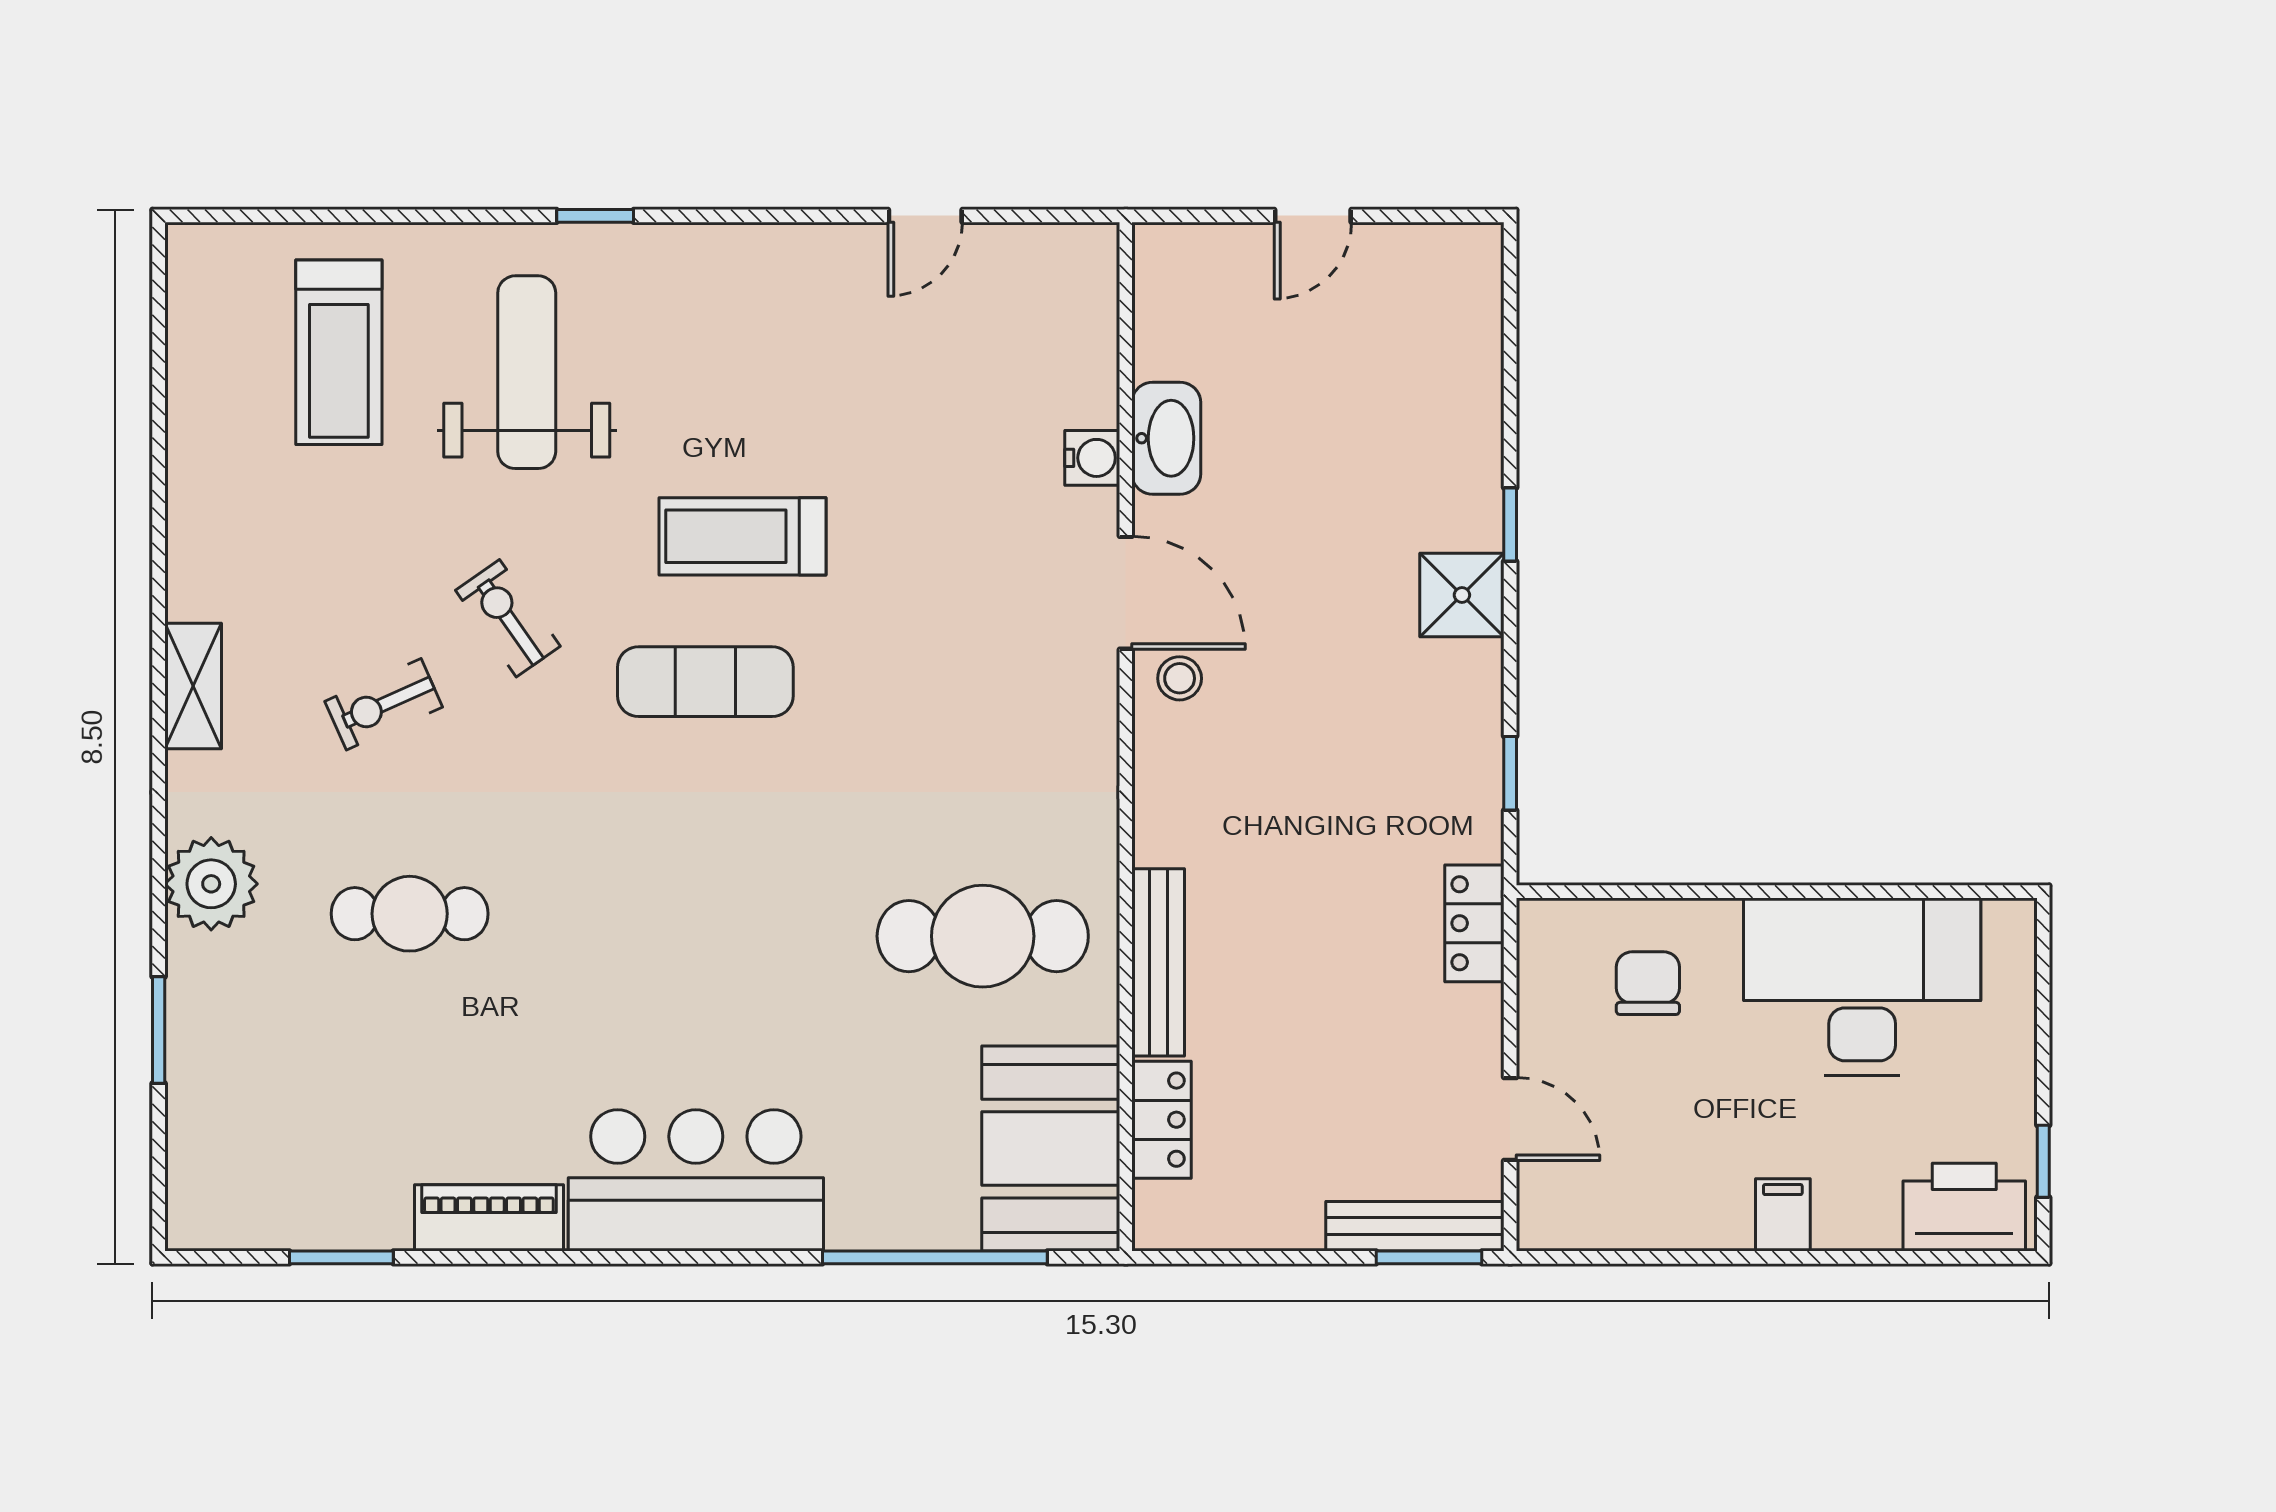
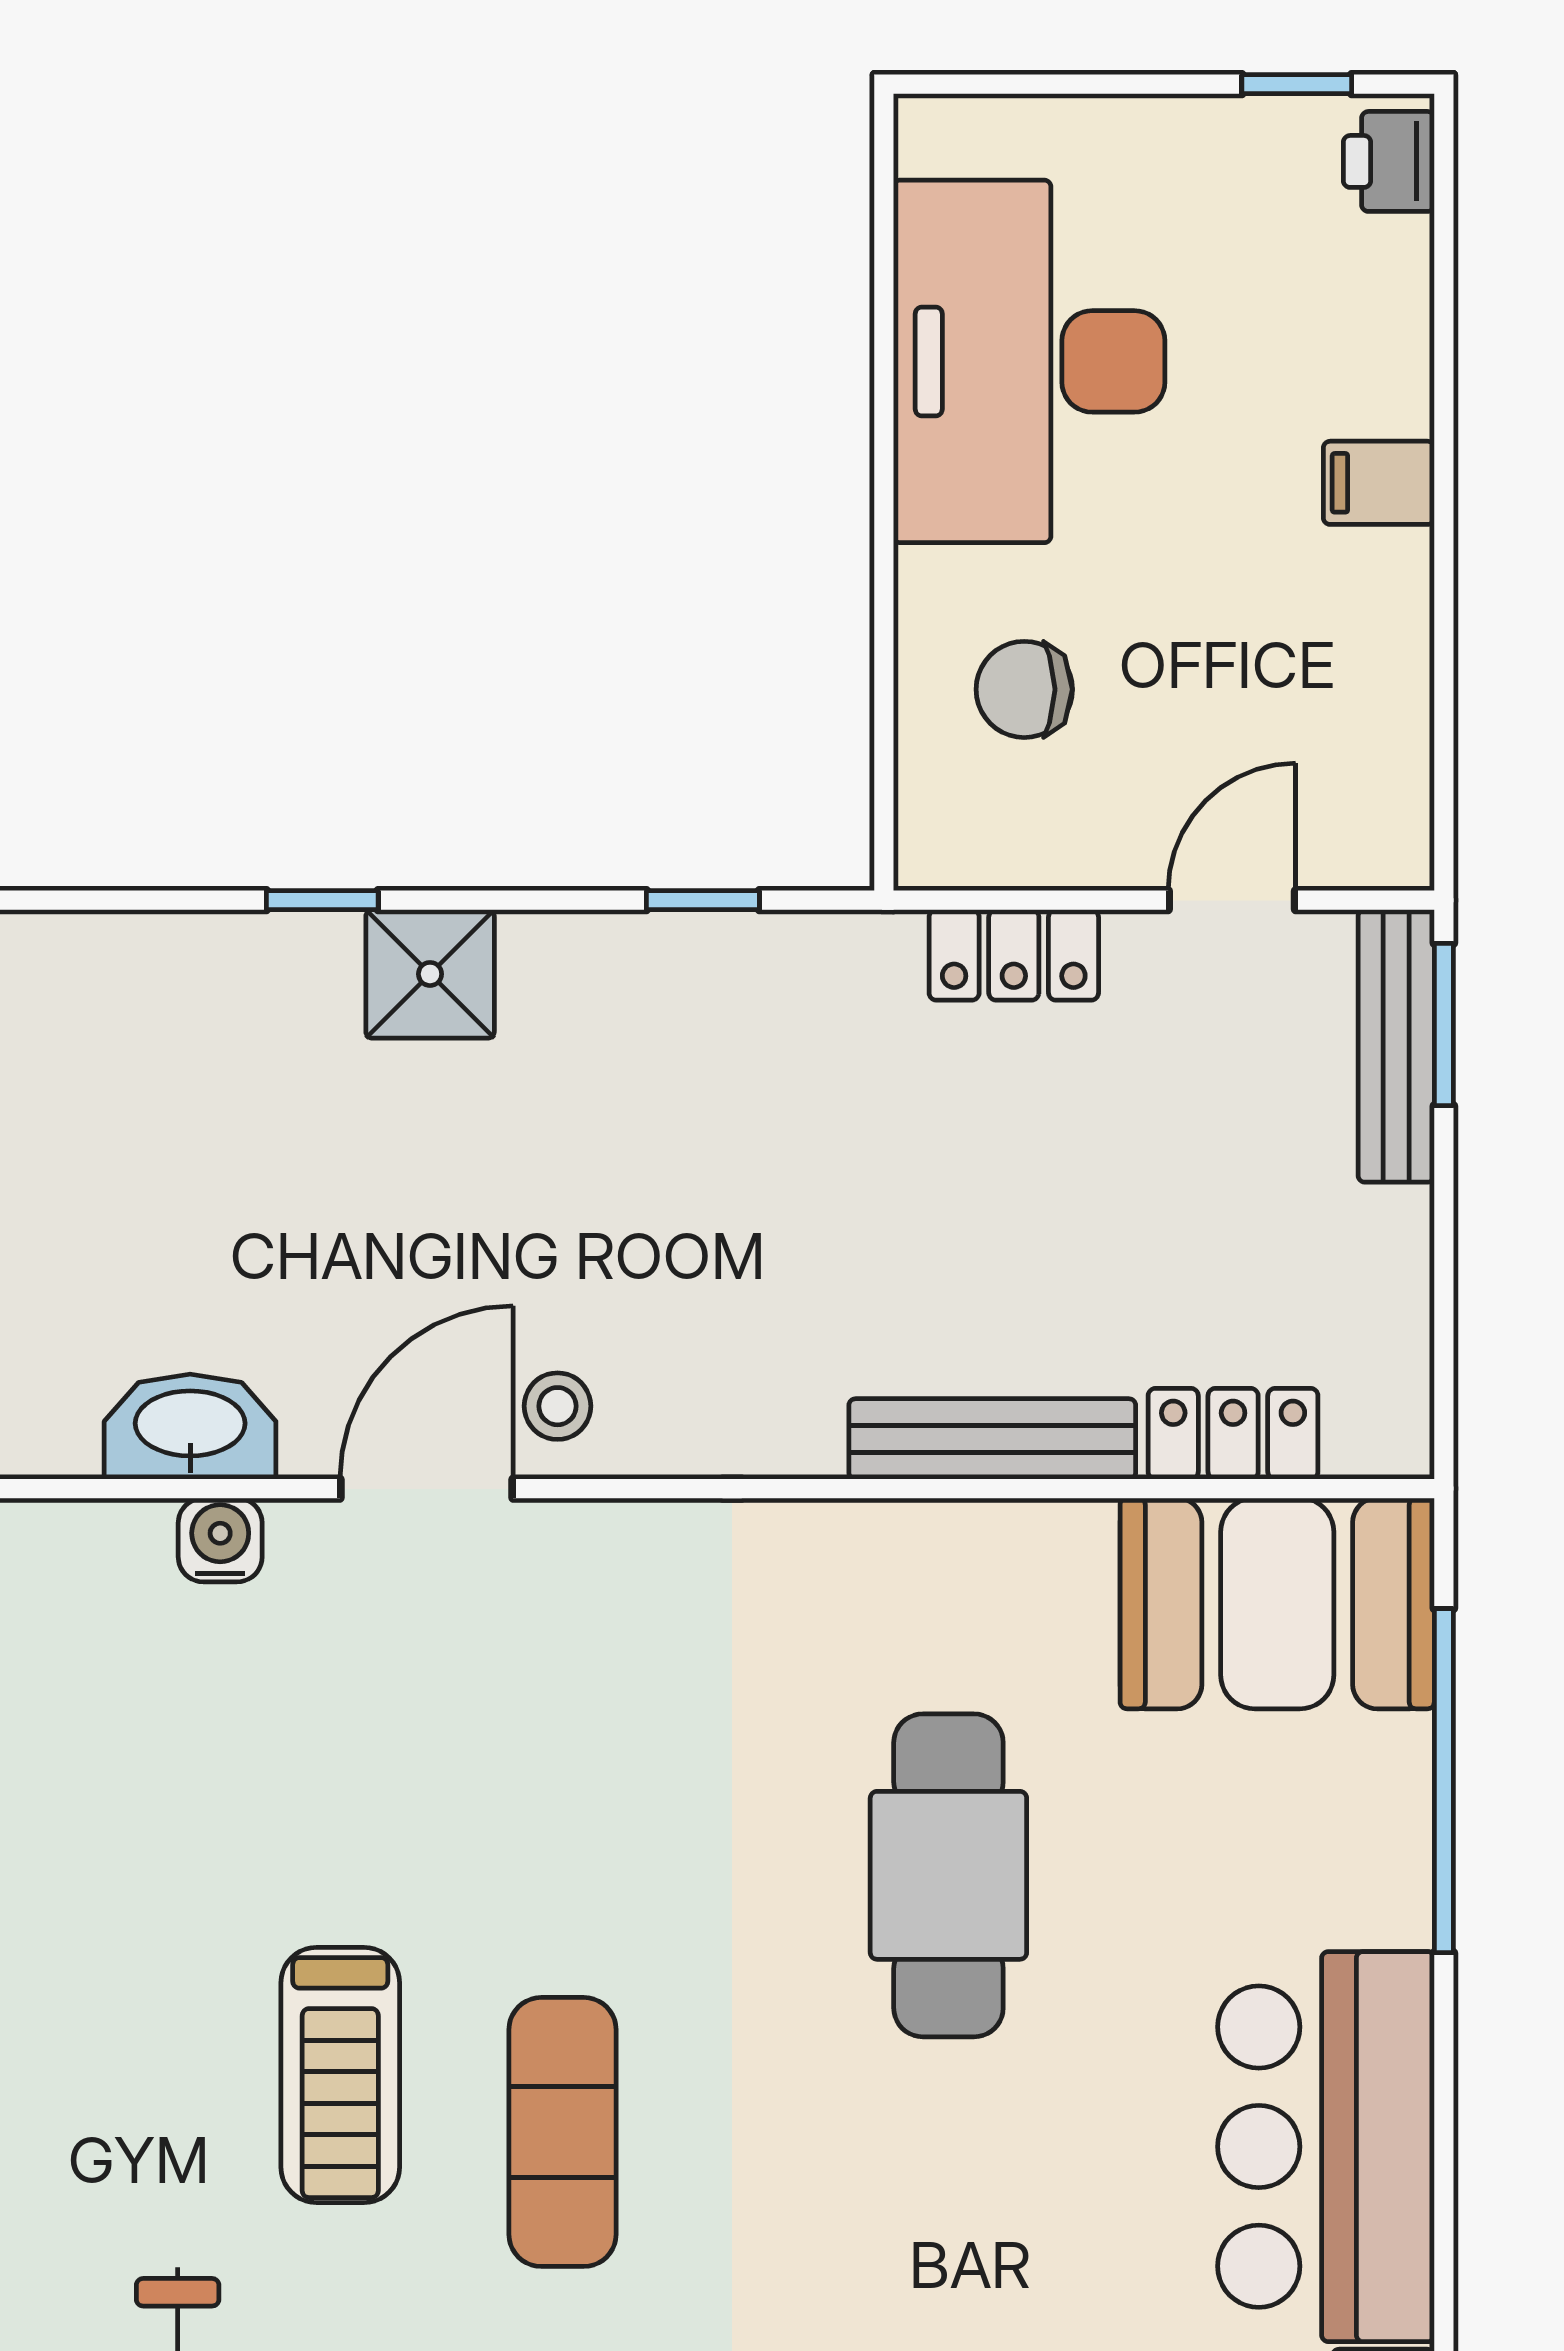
locker: (1474, 923) -> (1014, 955), moved
cafe table: (983, 936) -> (948, 1875), moved
printer: (1964, 1207) -> (1389, 161), width x0.53, depth x0.68

